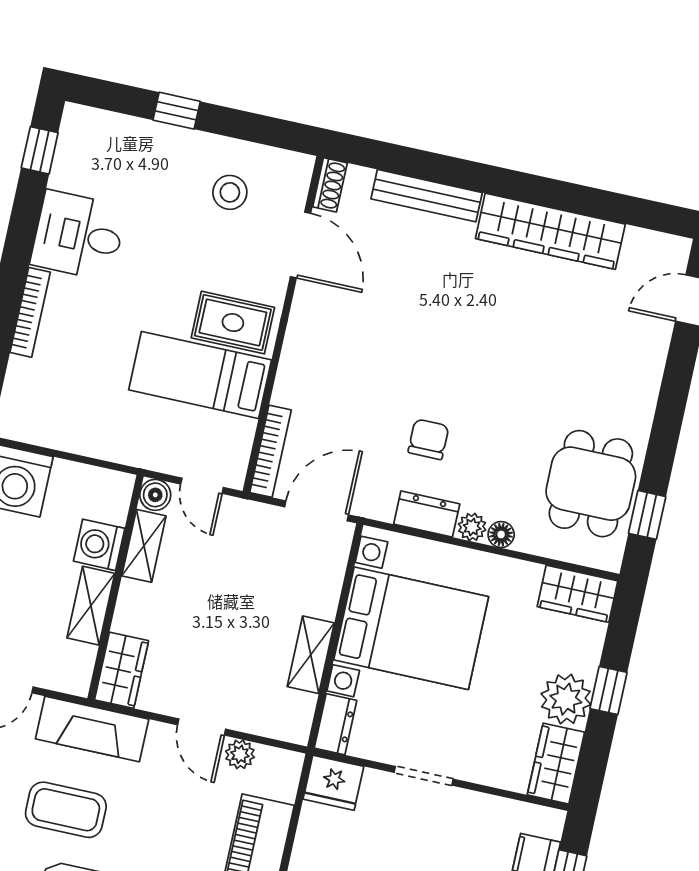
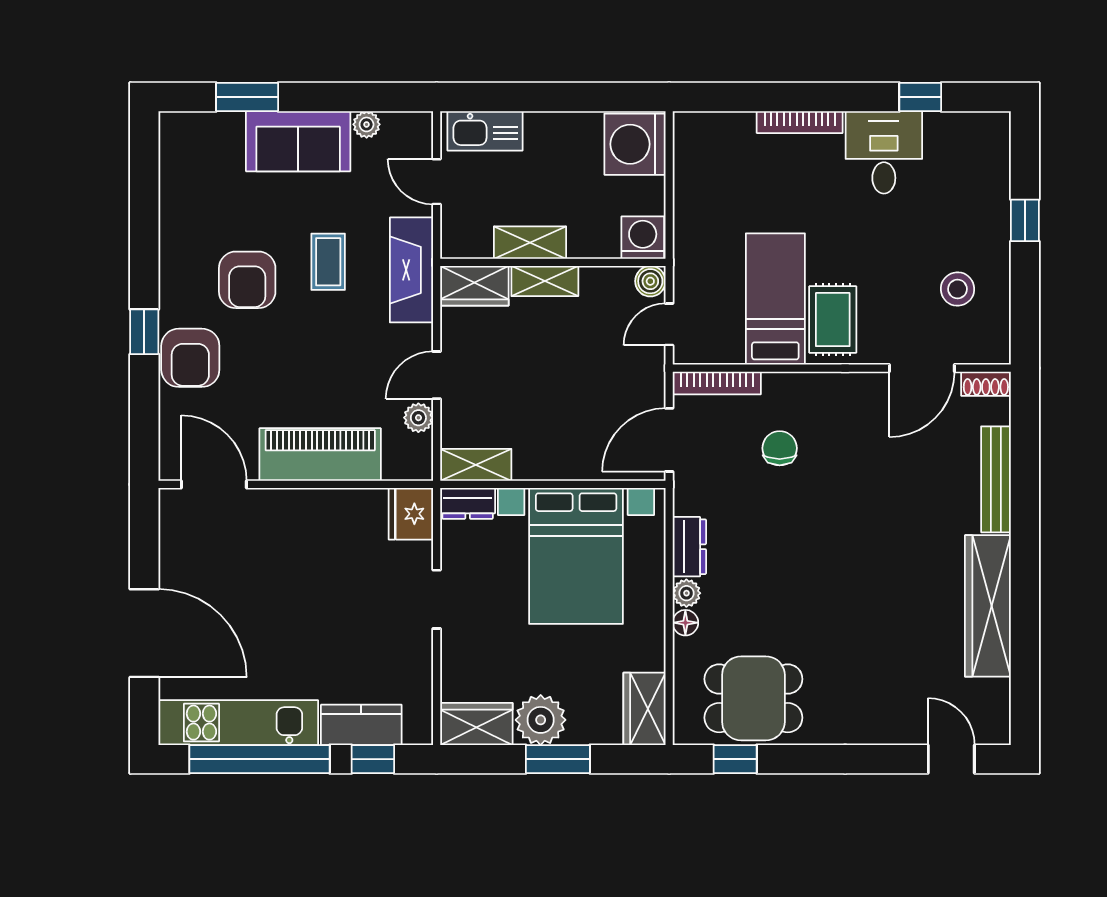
window: (40, 150) -> (920, 97), moved
chair: (428, 439) -> (780, 448), moved, turned -90
door: (316, 511) -> (669, 440), swing flipped
washing machine: (99, 545) -> (643, 238), moved
shelving: (144, 546) -> (545, 281), moved
shelving: (311, 655) -> (476, 465), moved
window: (608, 691) -> (558, 759), width x1.50
coffee table: (66, 810) -> (328, 262), width x0.73, depth x0.77

